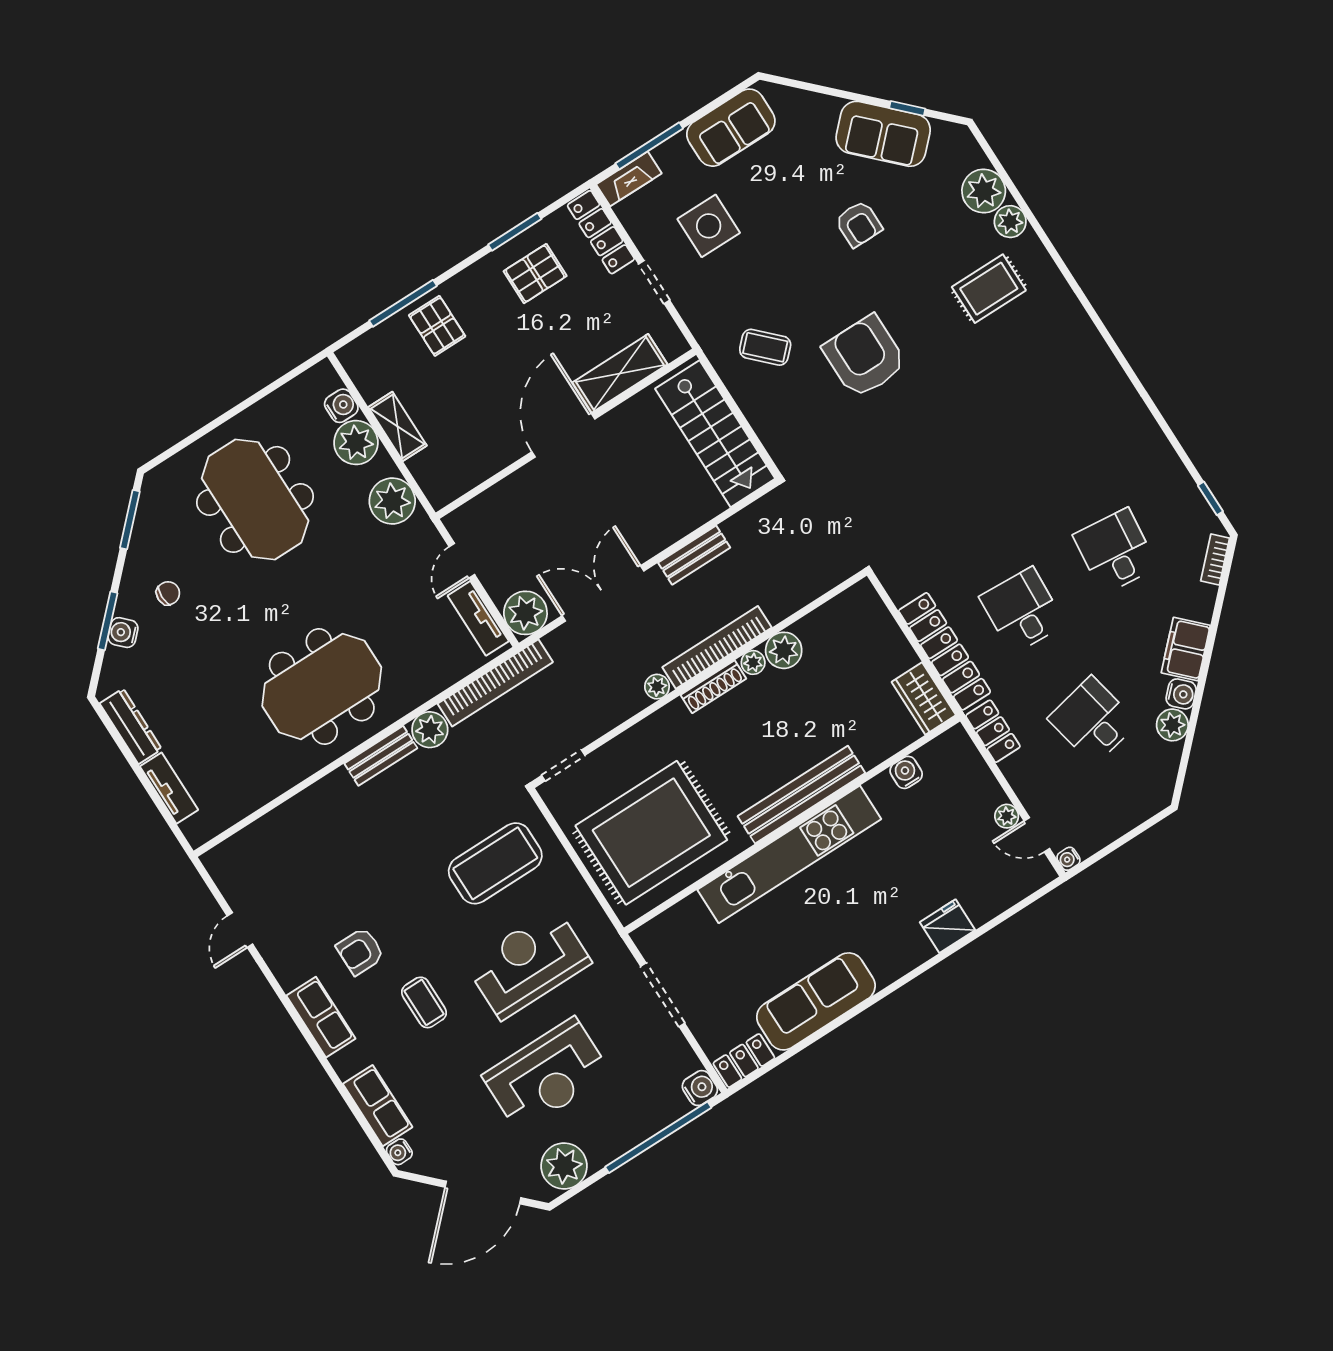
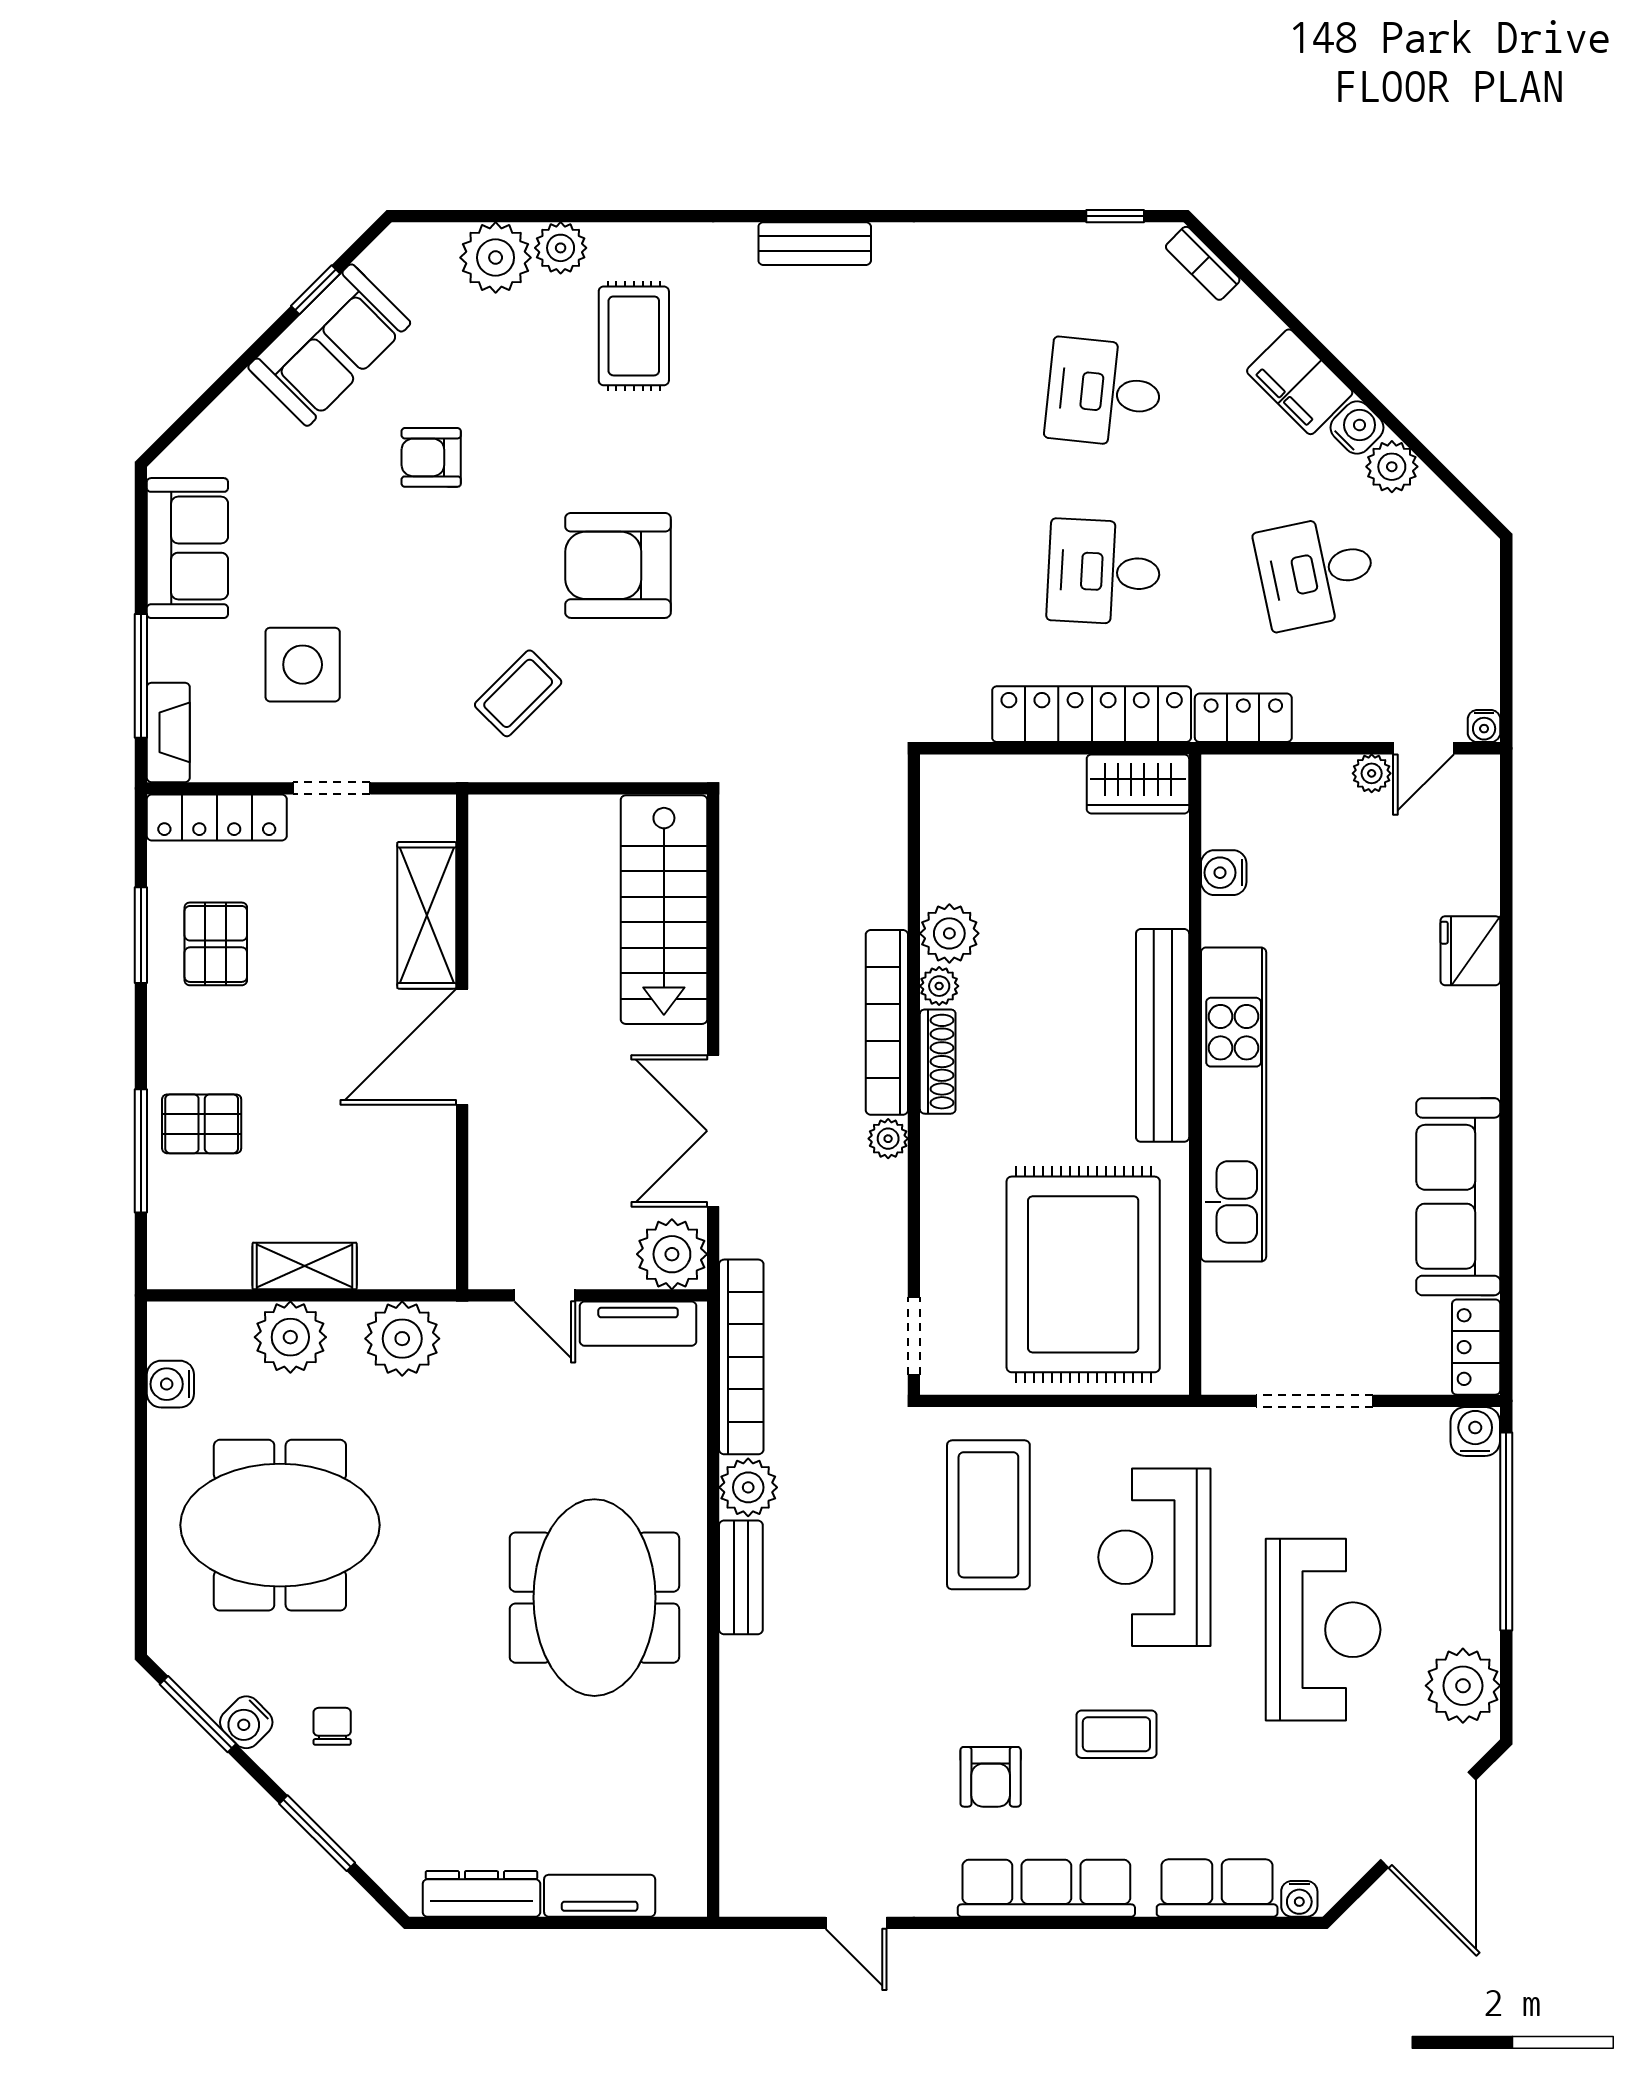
armchair: (859, 224) -> (431, 457), turned 180
water cooler: (341, 406) -> (170, 1384), moved, turned -90
stairs: (715, 434) -> (664, 910), moved, turned 90
door: (563, 435) -> (462, 1047), hinge flipped
bench: (694, 555) -> (815, 244), moved, turned 90
water cooler: (123, 633) -> (246, 1722), moved
row of seats: (321, 1017) -> (1046, 1888), width x1.48

